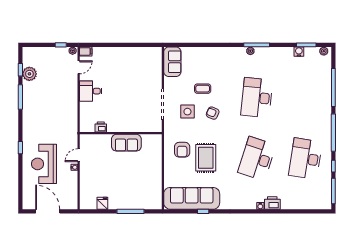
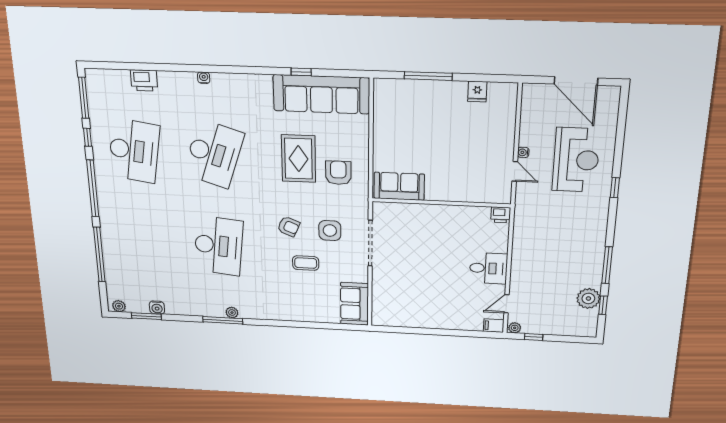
printer: (101, 127) -> (501, 215), moved
sofa: (126, 143) -> (399, 186), moved
door: (79, 155) -> (515, 171), hinge flipped
printer: (272, 203) -> (144, 80), moved

